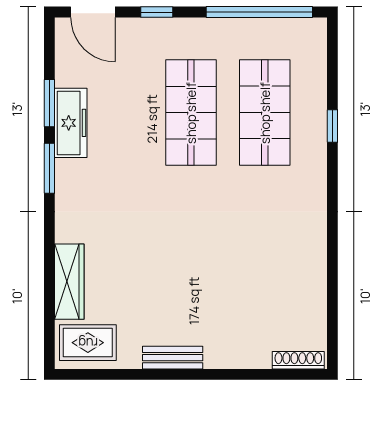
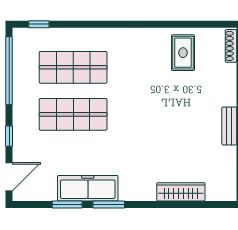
freezer: (71, 123) -> (88, 188), width x1.36, depth x1.26
window: (332, 126) -> (39, 24), moved
rug: (88, 343) -> (183, 53), moved

